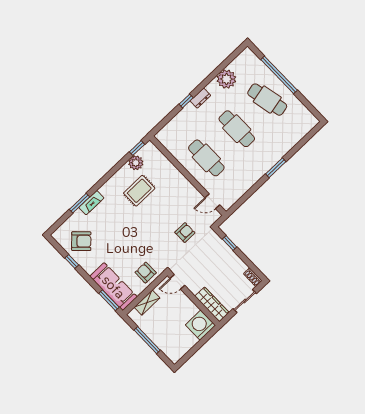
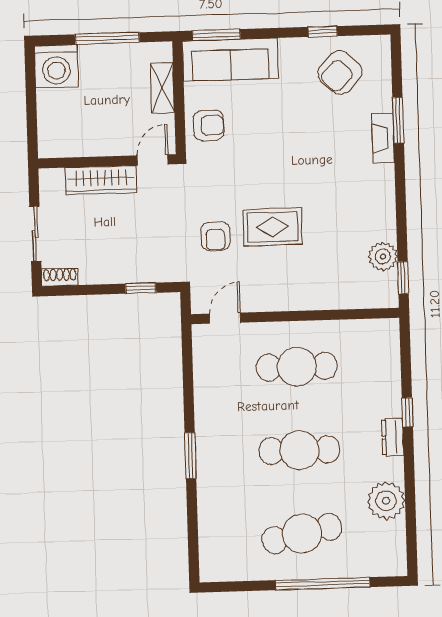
rug: (139, 191) -> (273, 227), moved, turned 90
wardrobe: (212, 304) -> (101, 180), moved
washing machine: (200, 325) -> (56, 66), moved, turned 90

